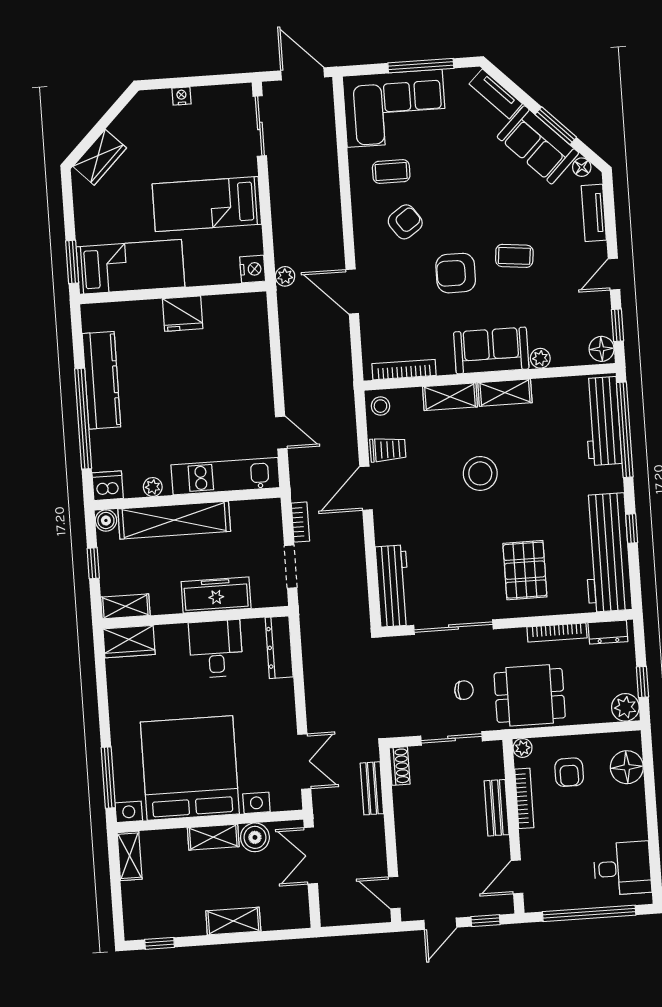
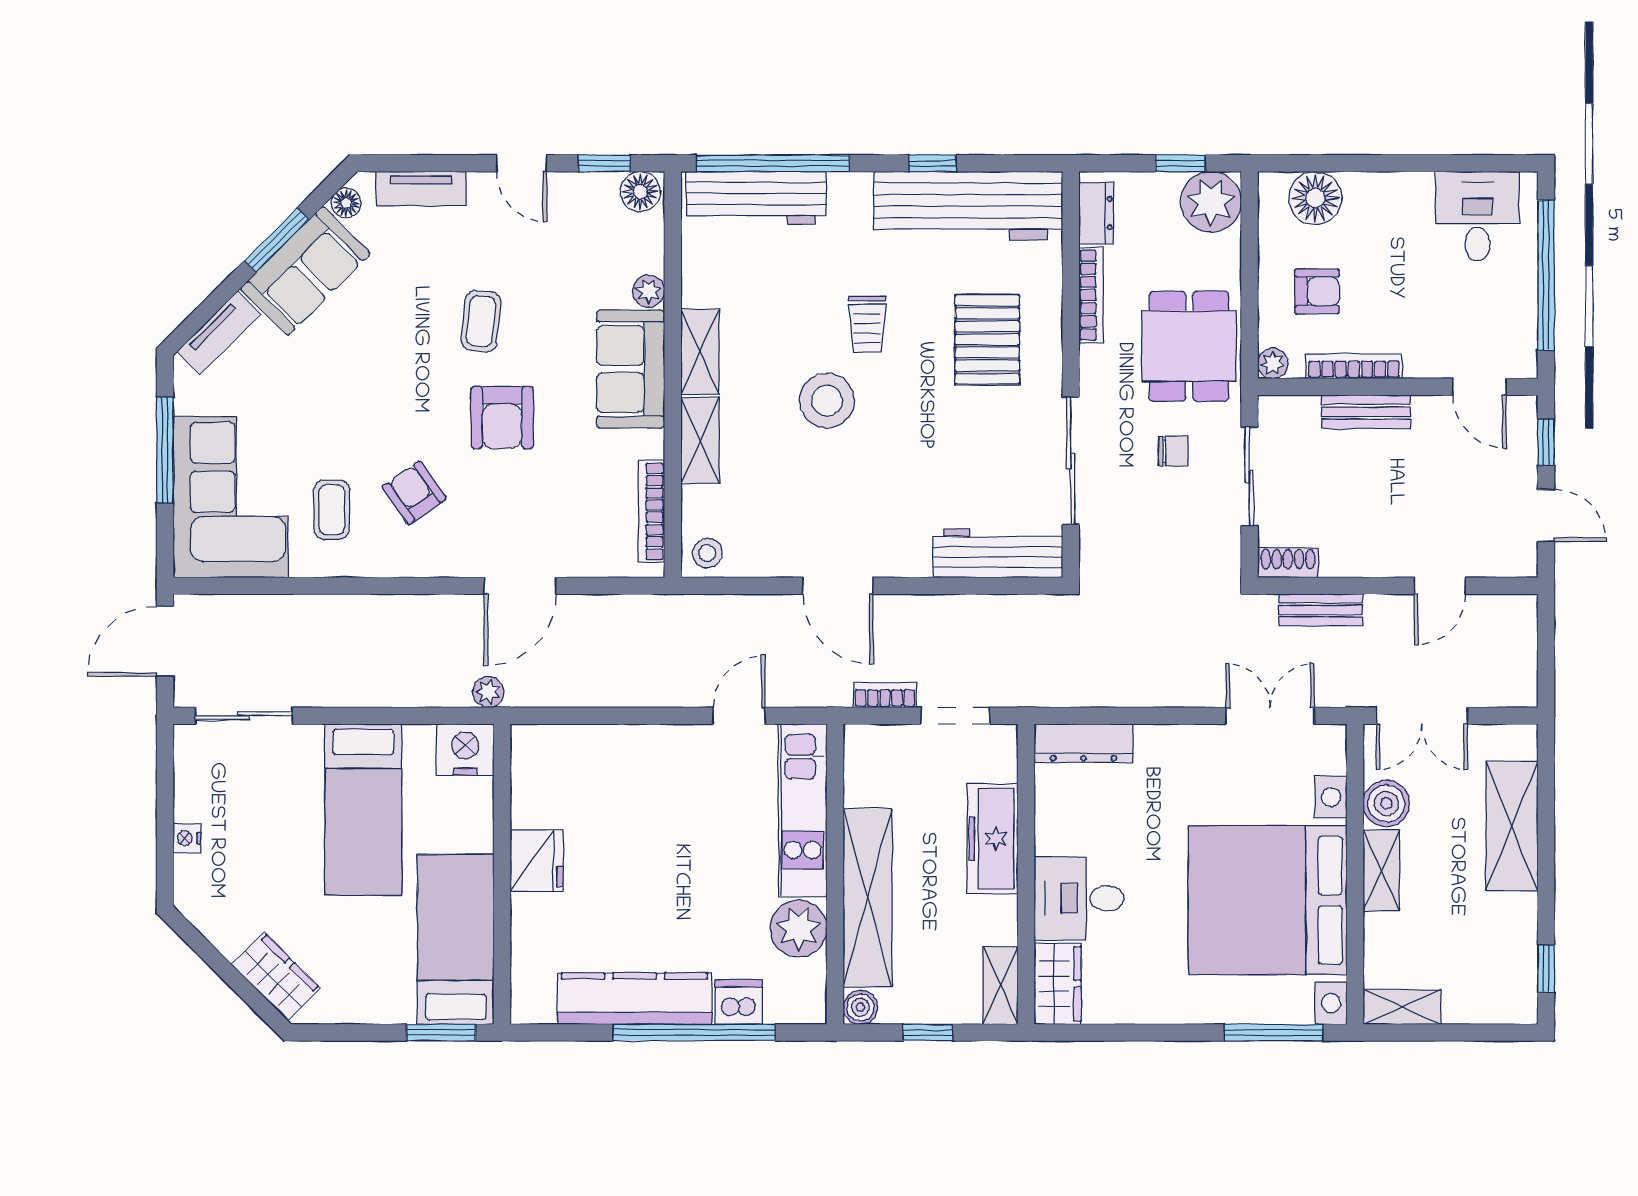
nightstand: (253, 269) -> (465, 750), width x1.36, depth x1.33
trolley: (388, 450) -> (867, 324), moved, turned 180
dishwasher: (108, 486) -> (739, 1002), moved, turned 90
plant: (153, 487) -> (799, 928), width x1.88, depth x1.88
pallet: (525, 570) -> (987, 340), turned 90
desk: (216, 649) -> (1079, 898), moved
chair: (464, 690) -> (1173, 451), turned 90
plant: (625, 707) -> (1211, 202), width x1.36, depth x1.36
door: (394, 893) -> (1440, 586), moved
shelving: (233, 921) -> (1512, 826), width x1.50, depth x1.33

